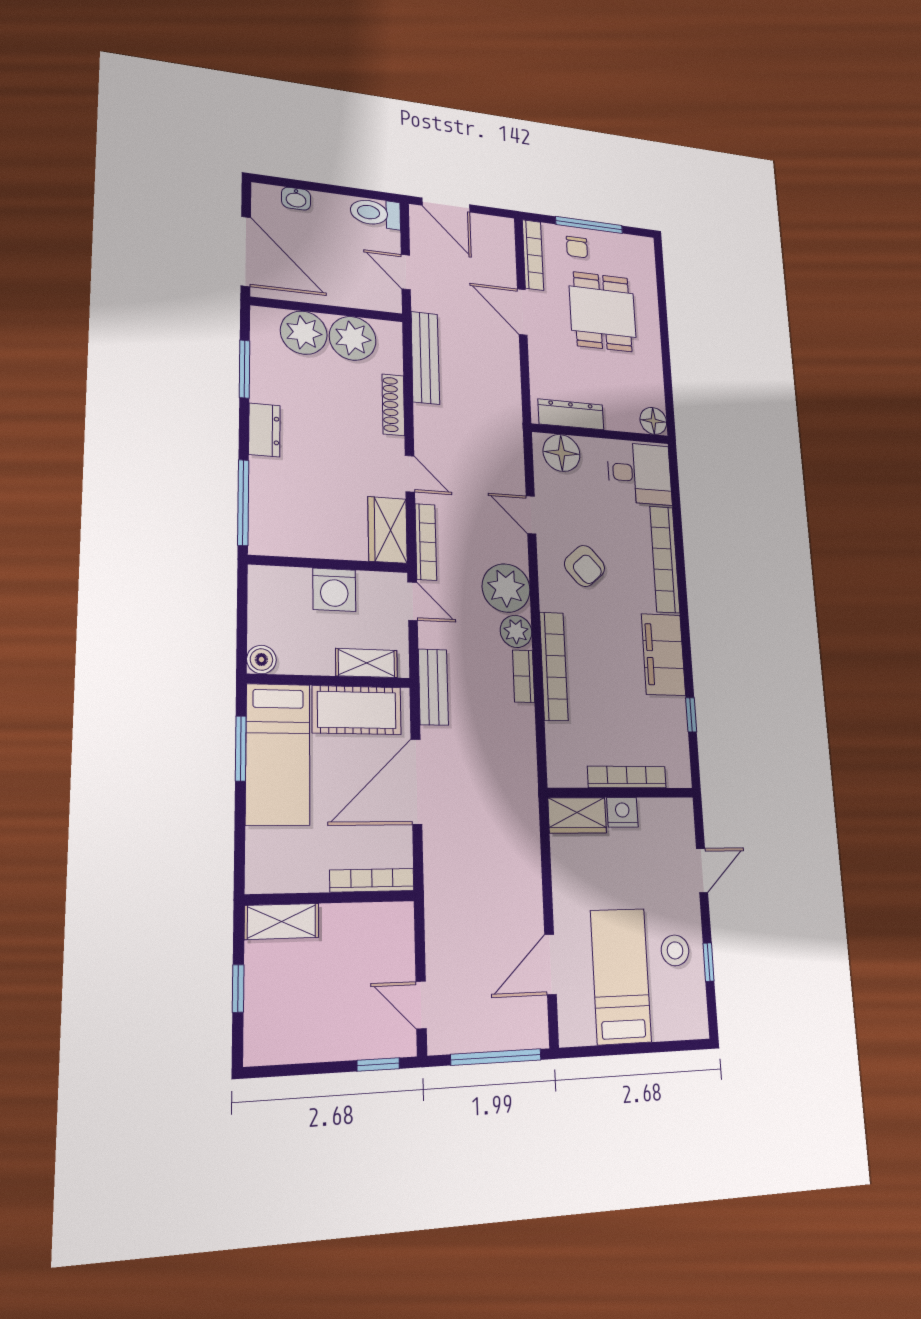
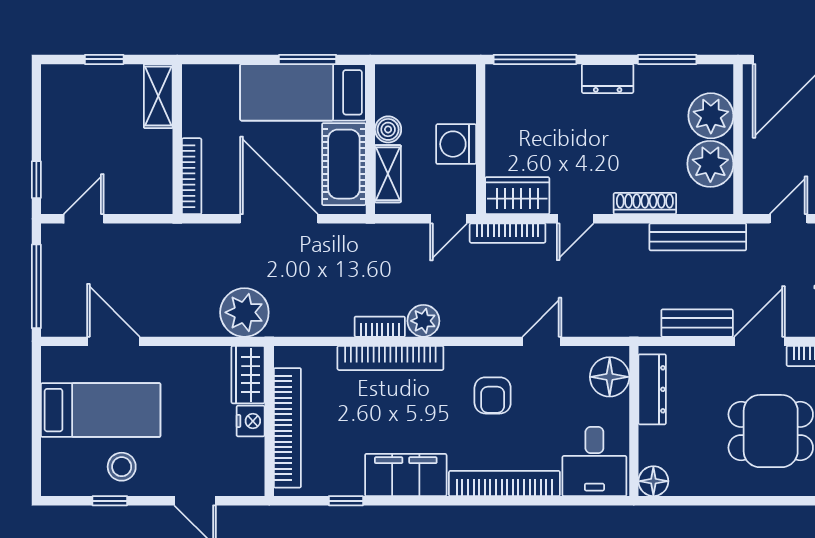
armchair: (584, 566) -> (493, 395), turned -48
plant: (506, 588) -> (244, 312), moved
boiler: (261, 660) -> (388, 129), moved
bench: (433, 687) -> (697, 323), moved
bookcase: (627, 777) -> (287, 428), width x1.48, depth x1.31

